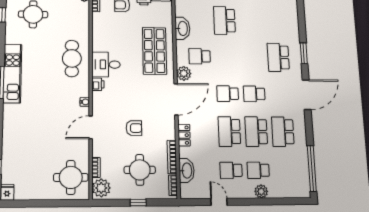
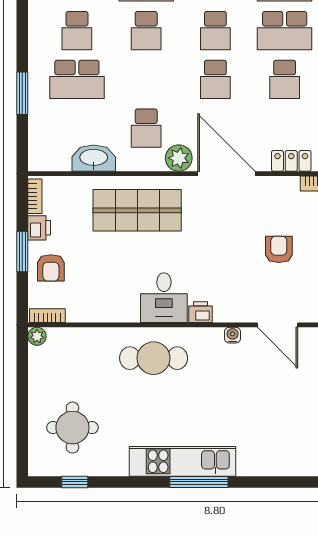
school desk: (250, 21) -> (77, 31), added
school desk: (252, 57) -> (146, 31), added
school desk: (229, 132) -> (285, 79), width x0.54

